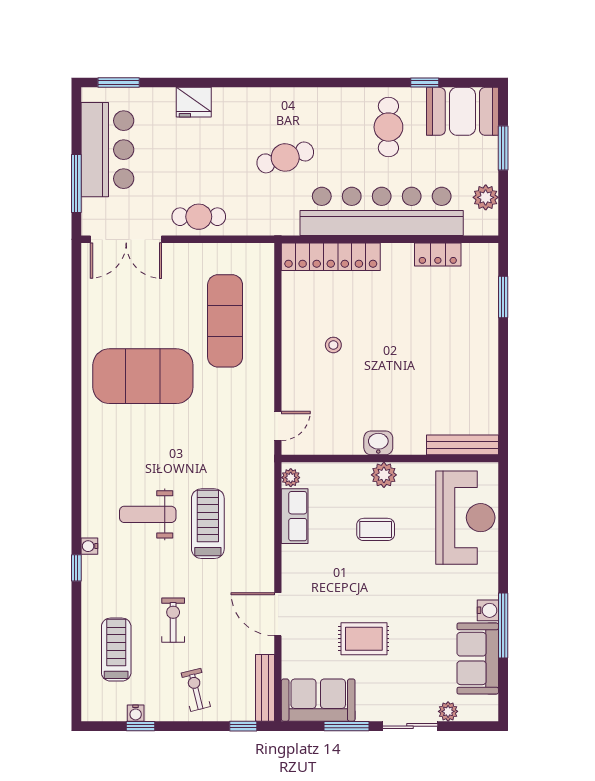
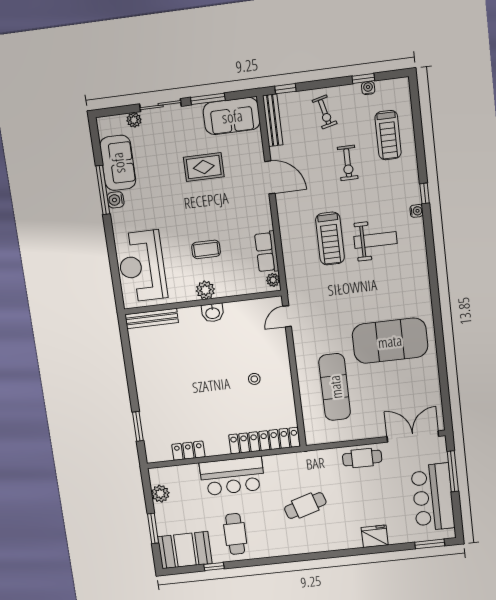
bar counter: (382, 211) -> (232, 476), width x0.54

